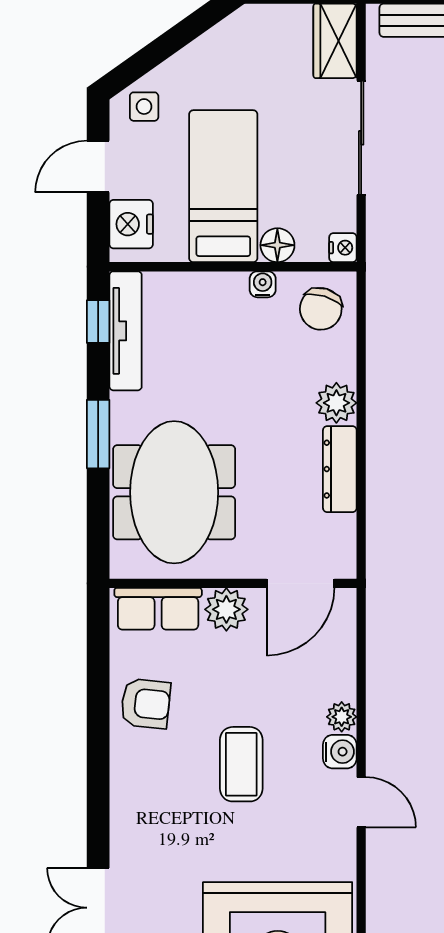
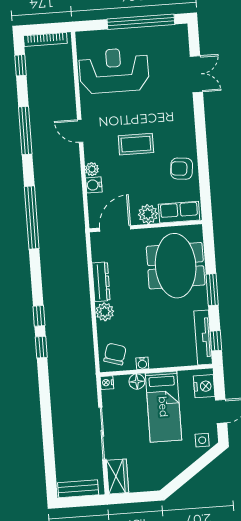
water cooler: (340, 752) -> (94, 185), moved
coffee table: (241, 764) -> (136, 144), turned 90

